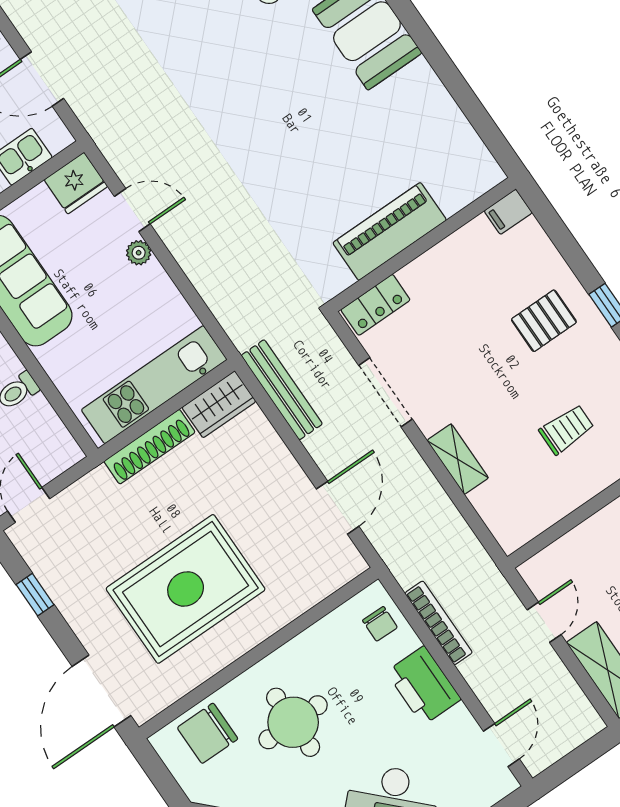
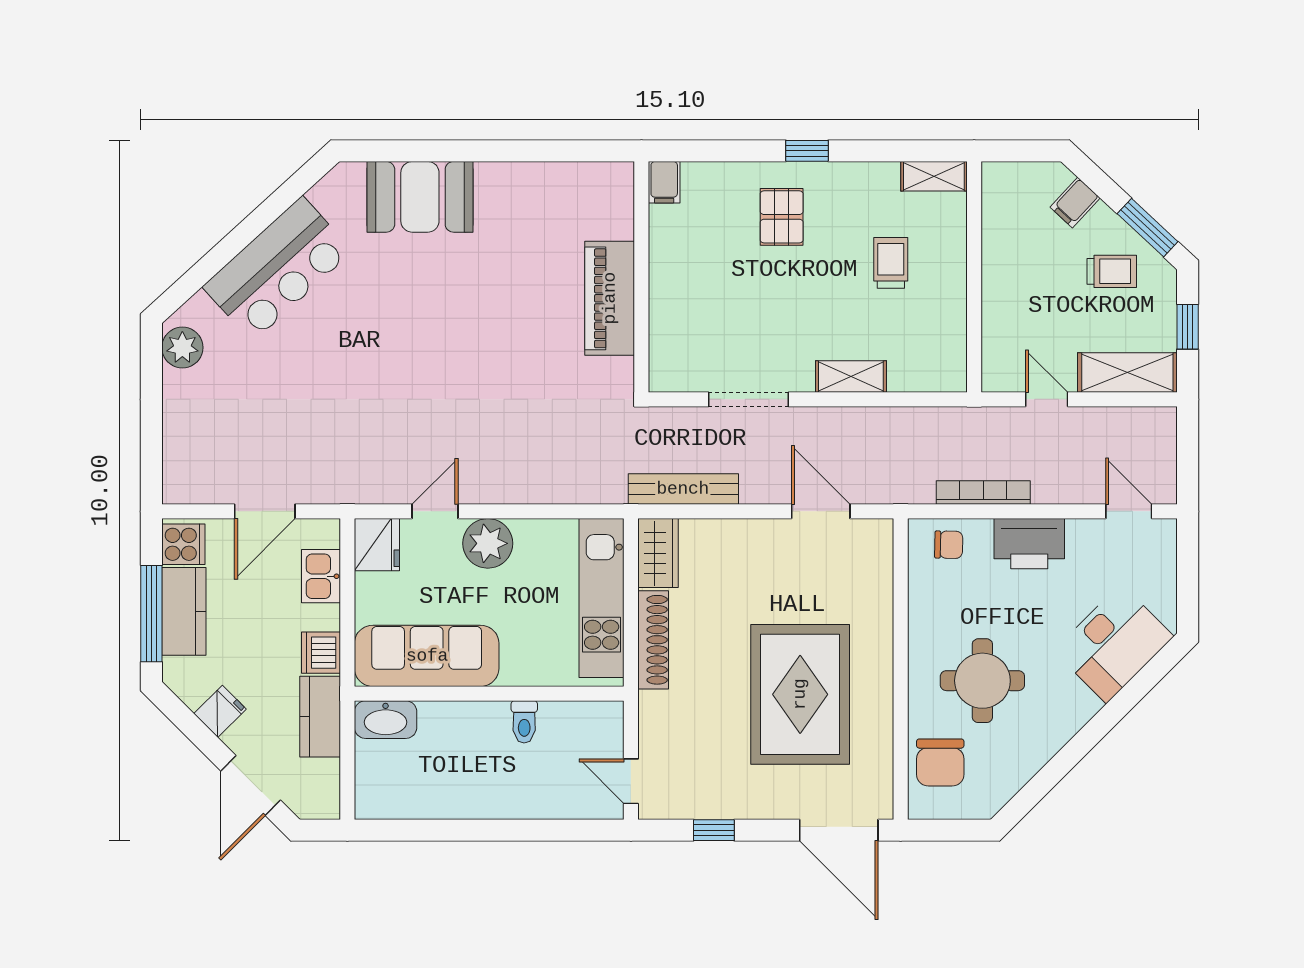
plant: (139, 253) -> (488, 543), width x1.88, depth x1.88
locker: (375, 305) -> (666, 355), removed

